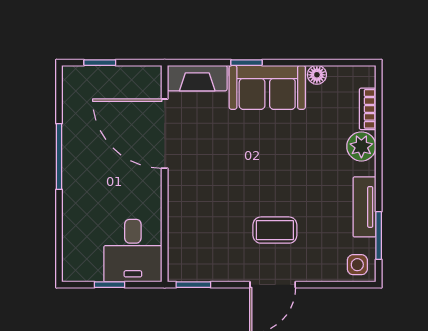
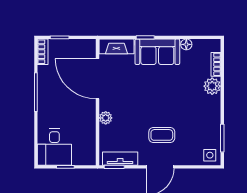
bookcase: (71, 87) -> (43, 52), added
plant: (178, 201) -> (106, 118), added
tv unit: (364, 207) -> (120, 159), moved, turned 90
desk: (133, 251) -> (54, 147), moved

